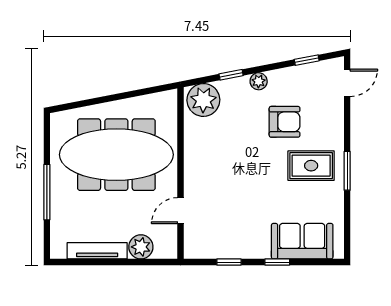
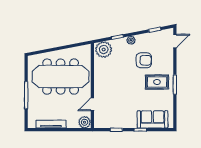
plant: (141, 247) -> (85, 122), moved

